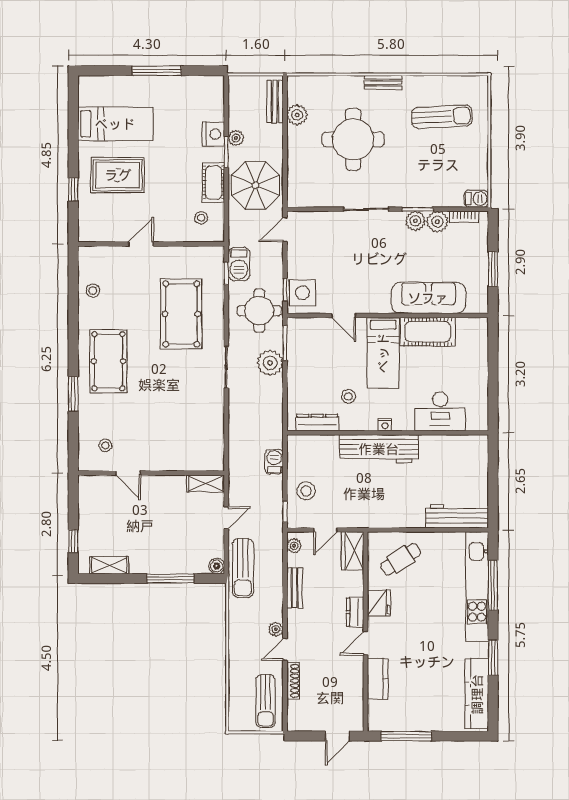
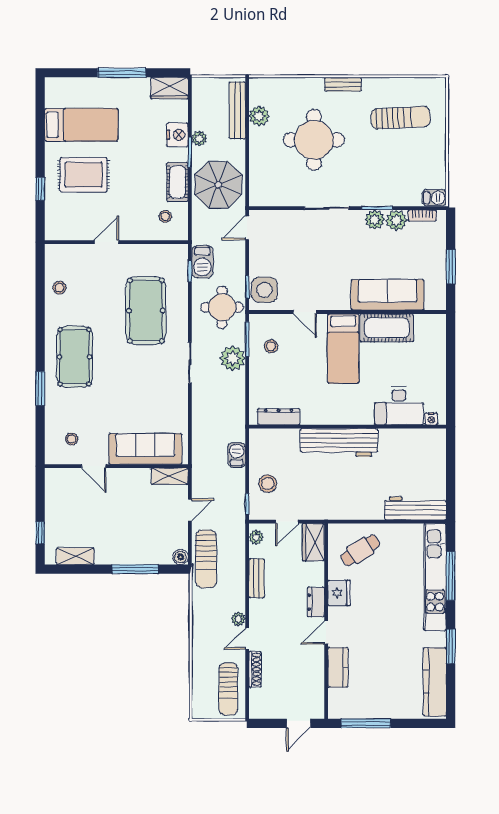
wardrobe: (205, 86) -> (169, 88), added
bench: (275, 101) -> (237, 110), width x1.36
stool: (348, 396) -> (271, 346), moved
nightstand: (385, 425) -> (431, 419), moved
sofa: (181, 455) -> (145, 449), added

